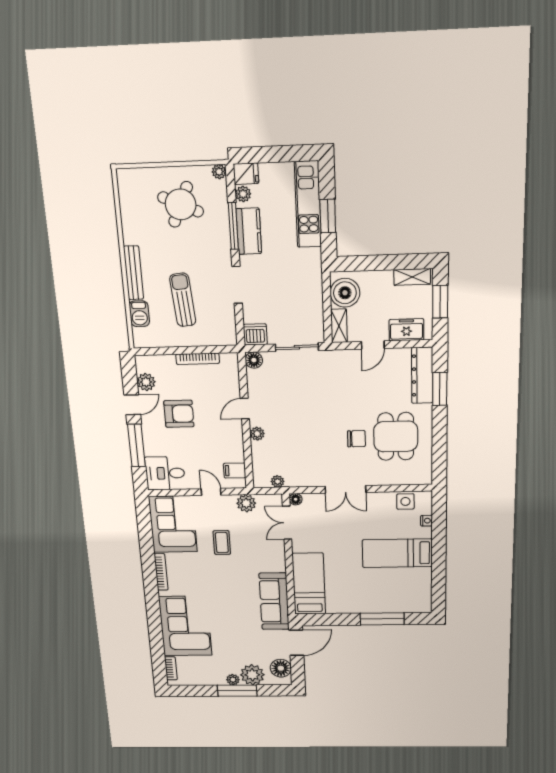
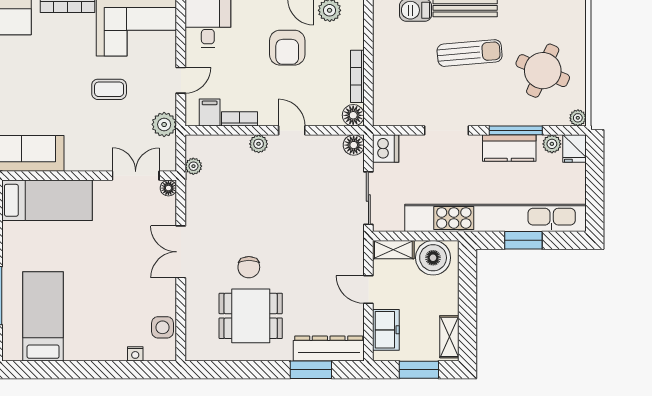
kitchen unit: (308, 204) -> (495, 218), width x1.86
sun lounger: (183, 300) -> (470, 53), moved
floor lamp: (229, 361) -> (353, 115), added
bookcase: (238, 448) -> (239, 119), added
bed: (397, 553) -> (43, 316), moved

